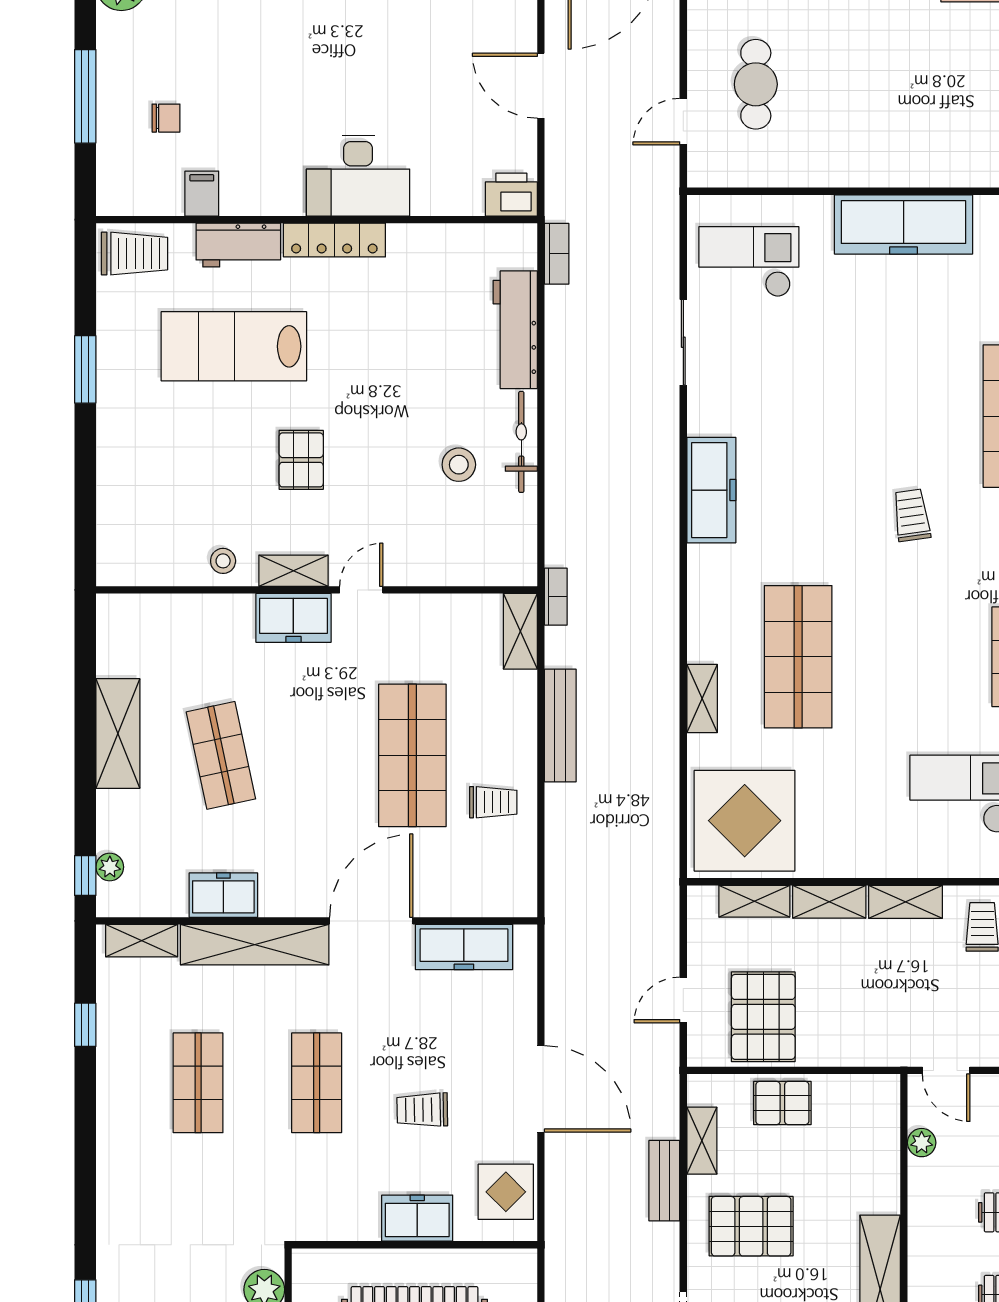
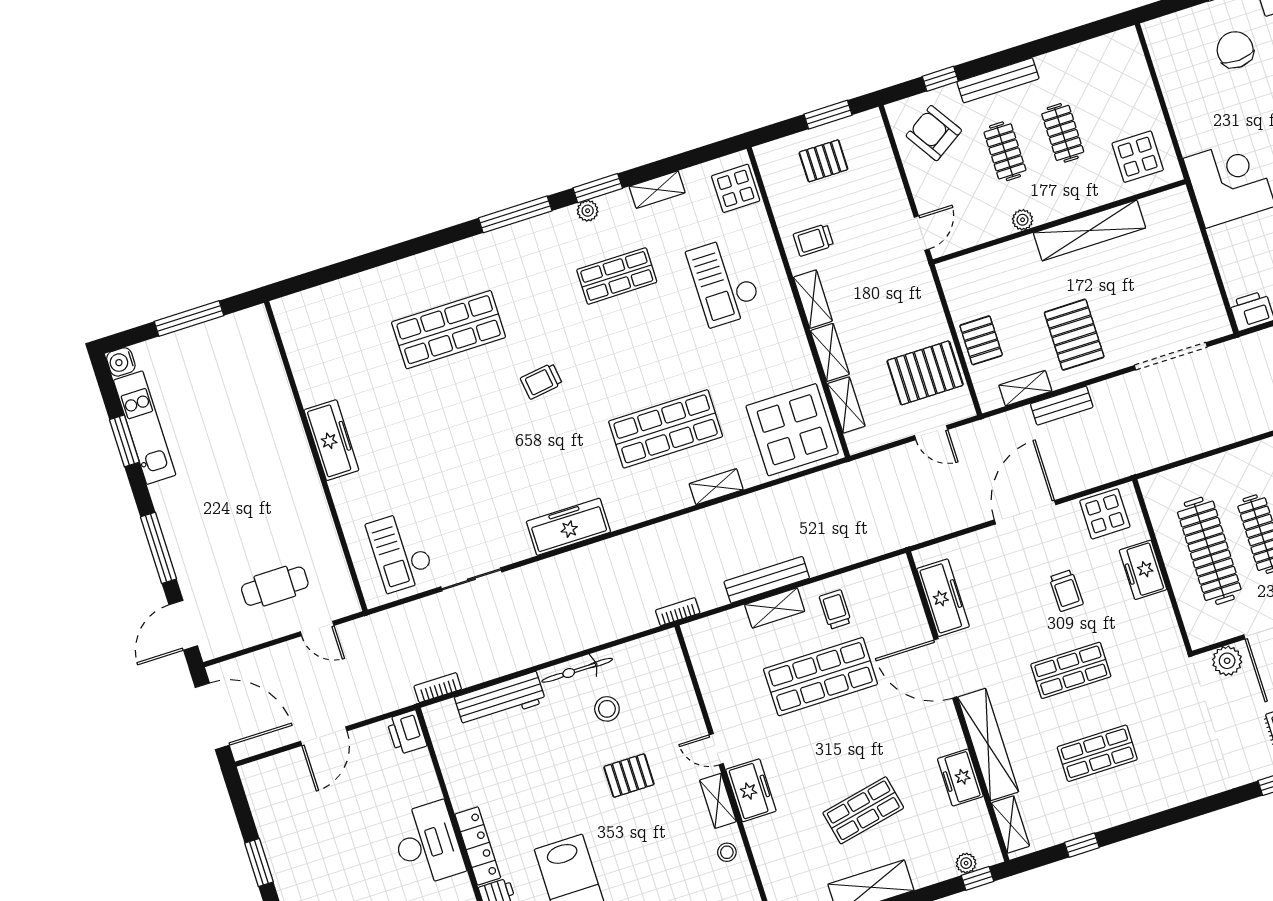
freezer: (904, 224) -> (331, 440), width x0.73, depth x0.79
pallet: (301, 460) -> (629, 776), moved
shelving: (520, 631) -> (775, 608), moved
plant: (922, 1143) -> (1023, 220), moved

